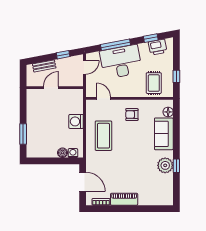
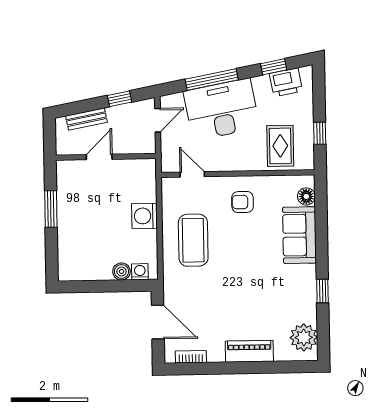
window: (23, 134) -> (51, 209), moved
plant: (165, 165) -> (304, 337), moved
piano: (124, 199) -> (249, 351), moved

